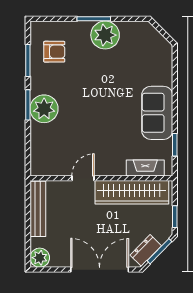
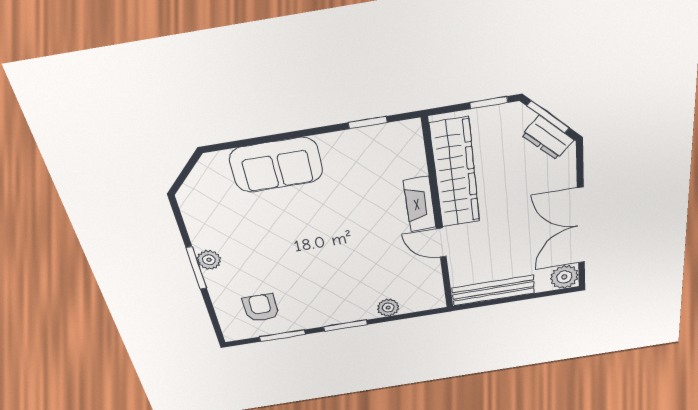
plant: (105, 35) -> (209, 260), width x0.53, depth x0.53
plant: (44, 109) -> (388, 308), moved, width x0.53, depth x0.53
sofa: (157, 113) -> (276, 165), moved
fireplace: (145, 168) -> (420, 204), moved
double door: (100, 270) -> (581, 226), moved

